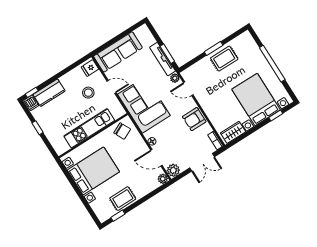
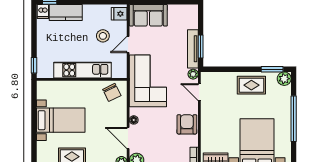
plant: (246, 38) -> (284, 79), added
window: (214, 48) -> (272, 69), moved
sofa: (118, 52) -> (148, 15), width x0.73
door: (112, 87) -> (128, 45), swing flipped
armchair: (194, 119) -> (187, 124), turned 90
window: (38, 128) -> (34, 65), moved
bed with nightstands: (93, 171) -> (61, 120), width x0.73

